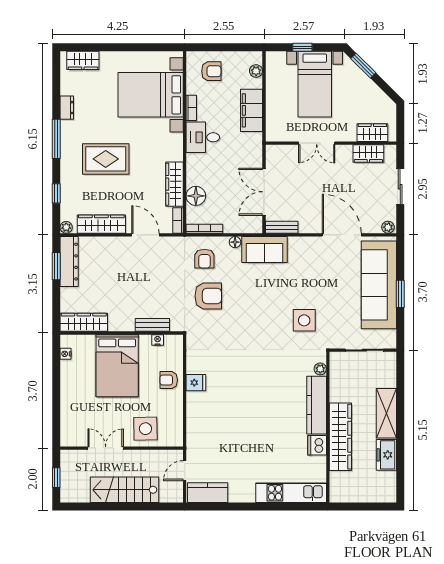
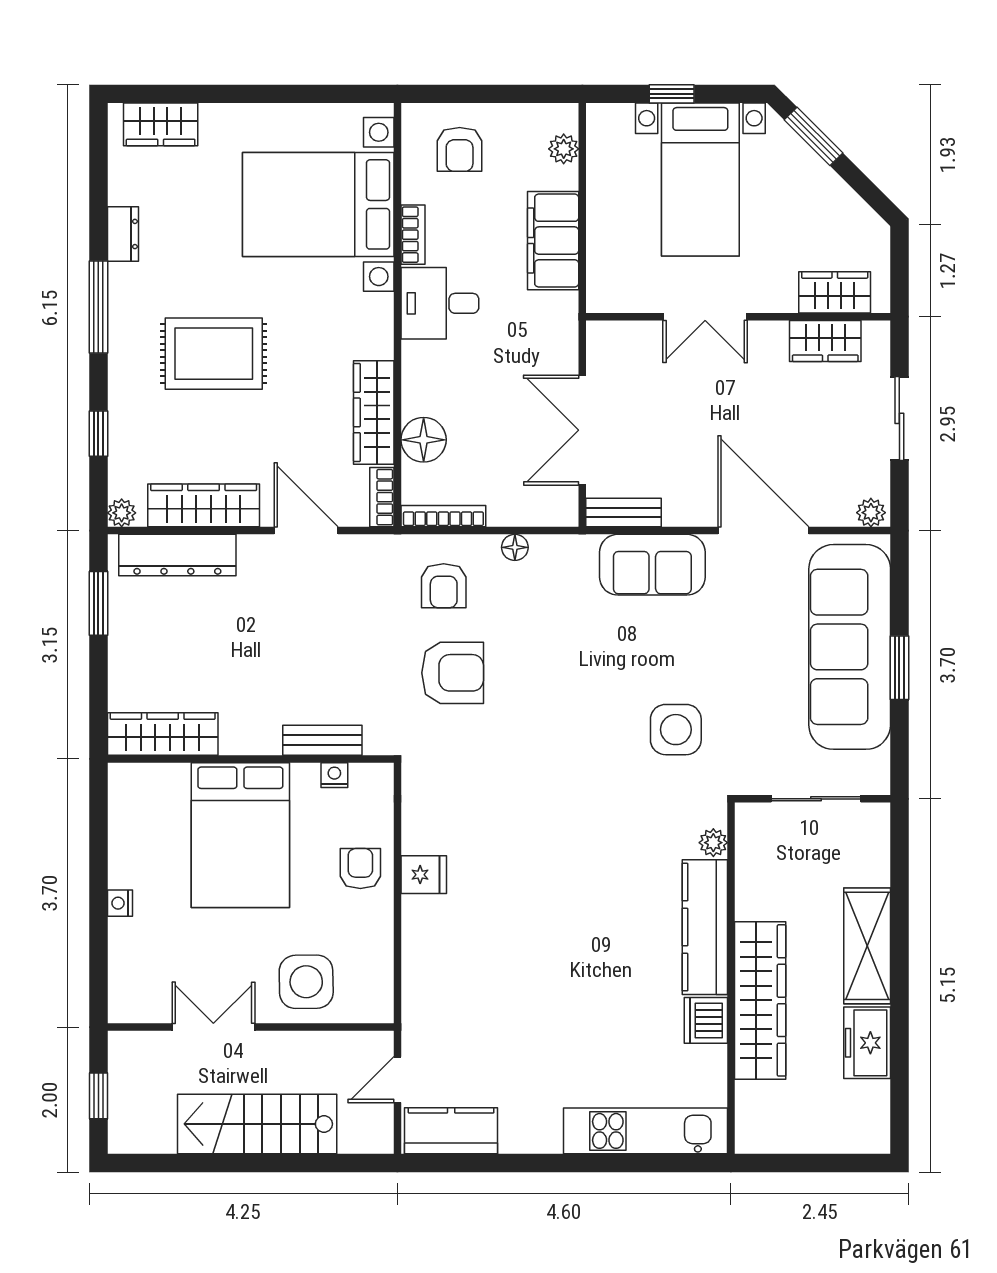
armchair: (211, 71) -> (460, 149), turned 90
sofa: (265, 250) -> (652, 565), moved
dresser: (69, 262) -> (177, 555), moved, turned 90
nightstand: (65, 354) -> (120, 903), moved
armchair: (169, 380) -> (360, 868), turned 90

